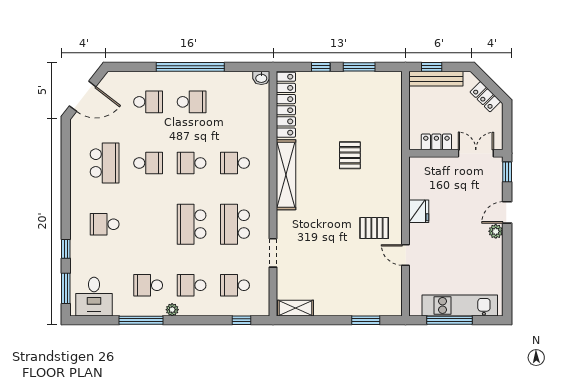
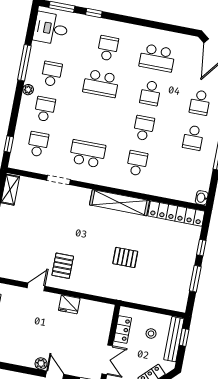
stool: (435, 107) -> (151, 333), added
school desk: (192, 224) -> (101, 83), moved, turned 180

